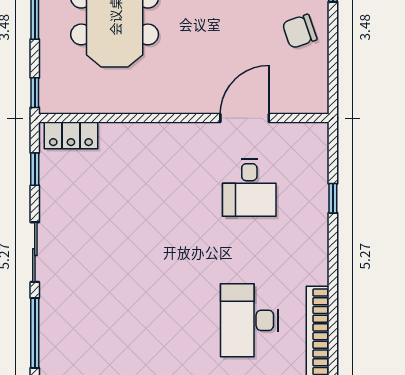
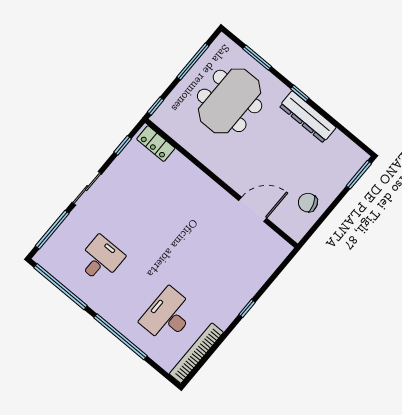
chair: (300, 31) -> (308, 203), moved
desk: (249, 188) -> (101, 259), moved, turned 180
window: (333, 198) -> (247, 308), moved

